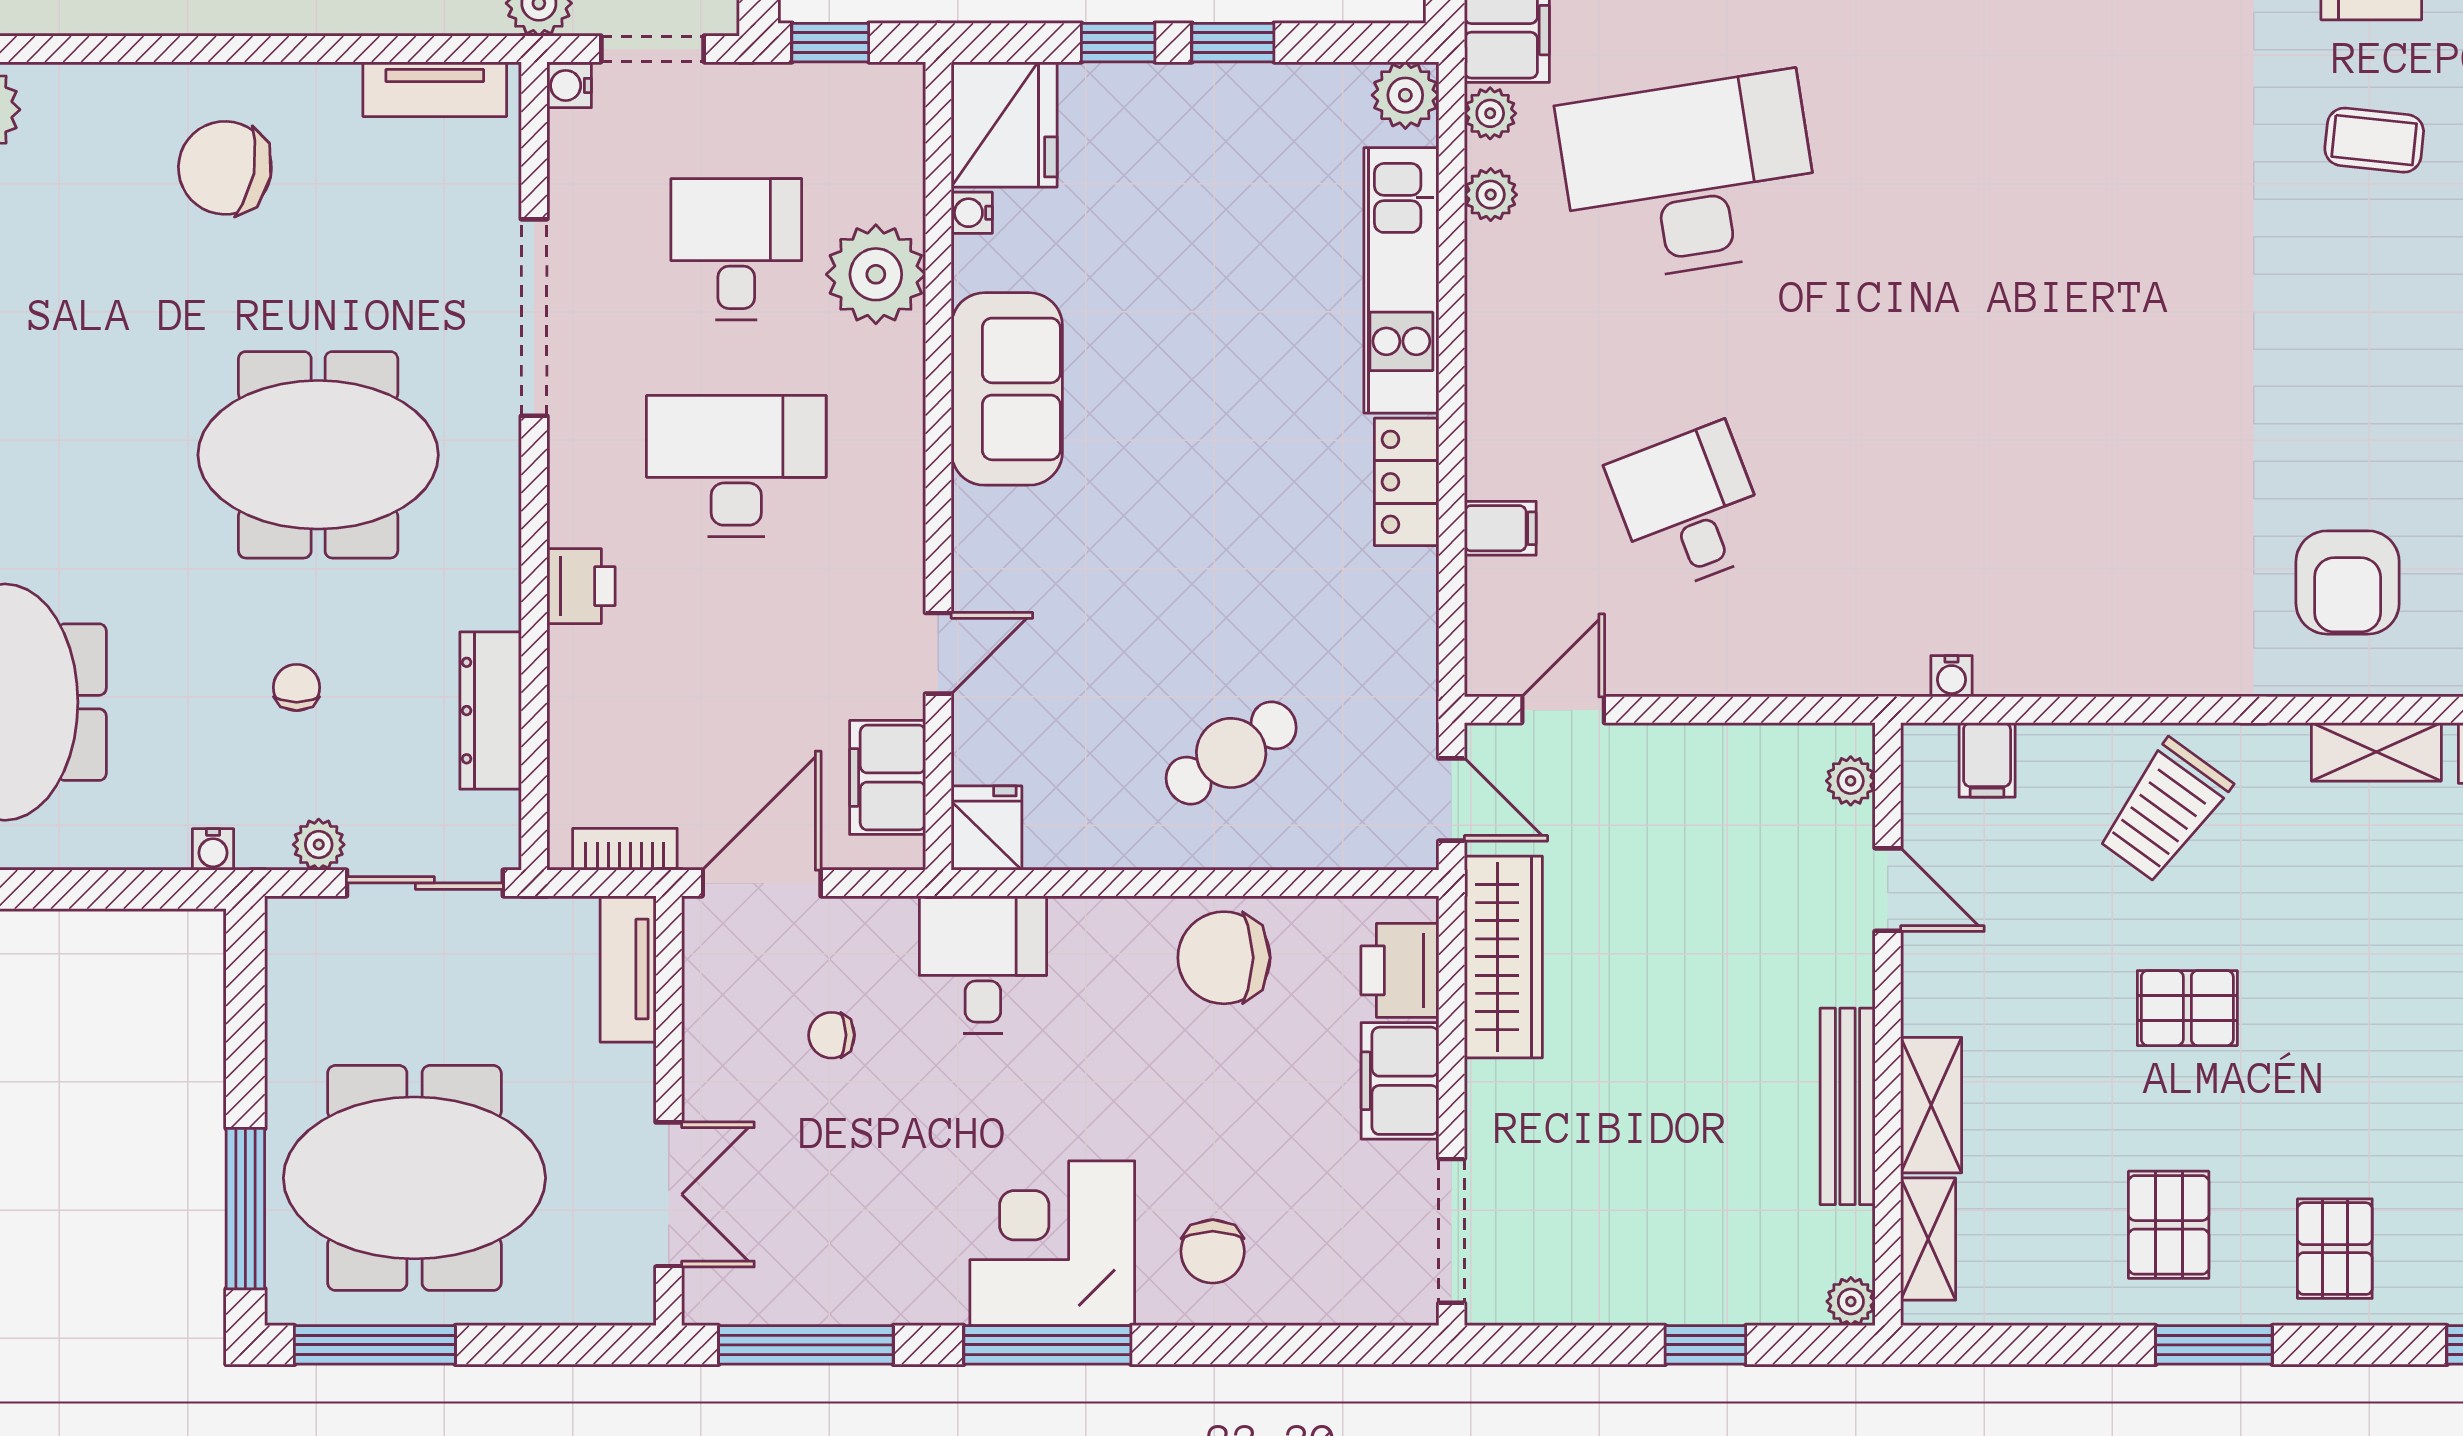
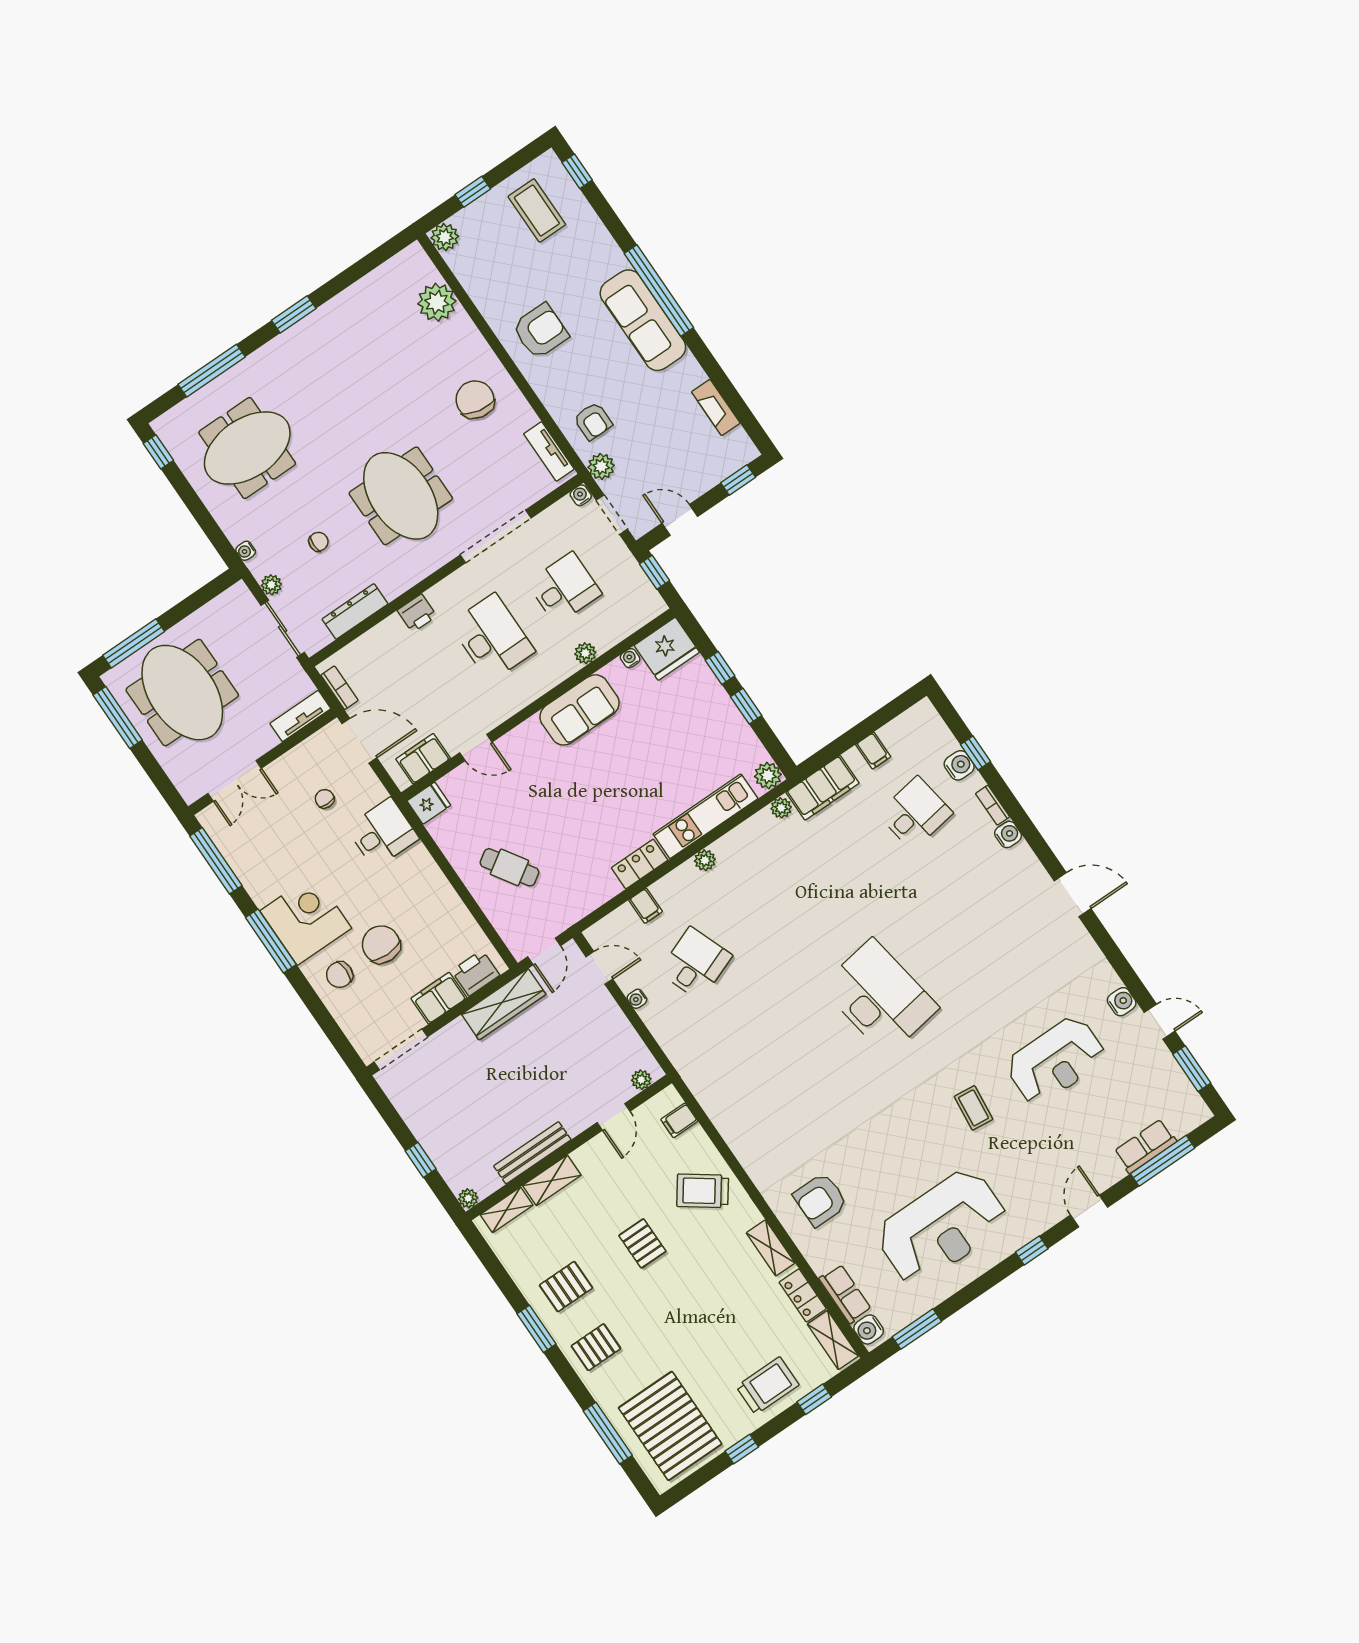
desk: (1689, 177) -> (880, 997), moved
plant: (1491, 195) -> (705, 860), moved
plant: (876, 274) -> (585, 653), width x0.53, depth x0.53
water cooler: (1951, 676) -> (637, 999), moved
chair: (1224, 958) -> (381, 945), moved

